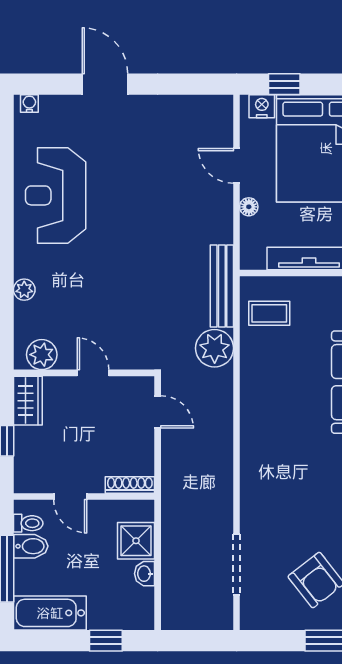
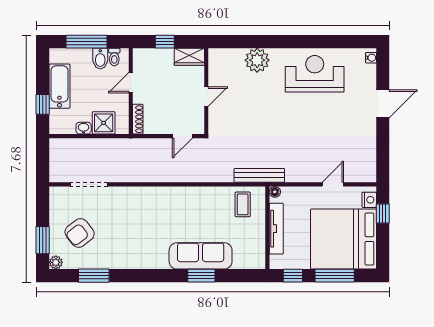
floor lamp: (249, 207) -> (275, 192), moved
plant: (24, 290) -> (257, 60), width x1.88, depth x1.88
plant: (215, 348) -> (221, 171), removed
plant: (42, 355) -> (217, 65), removed
bathtub: (50, 613) -> (59, 86), moved

